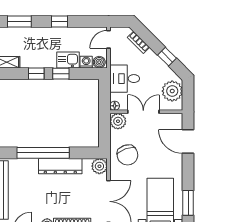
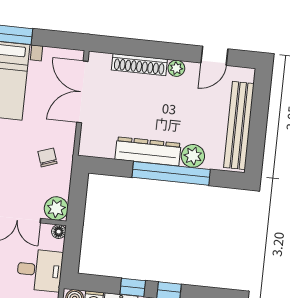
chair: (127, 155) -> (47, 157), width x0.54, depth x0.54
plant: (99, 166) -> (193, 156), moved

